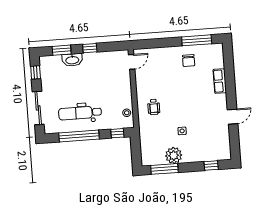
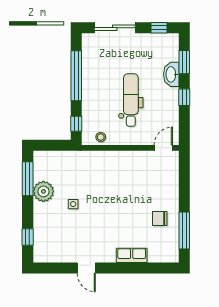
door: (132, 62) -> (163, 148), swing flipped
wheelchair: (154, 107) -> (106, 171), removed
dental chair: (80, 113) -> (131, 100), moved

